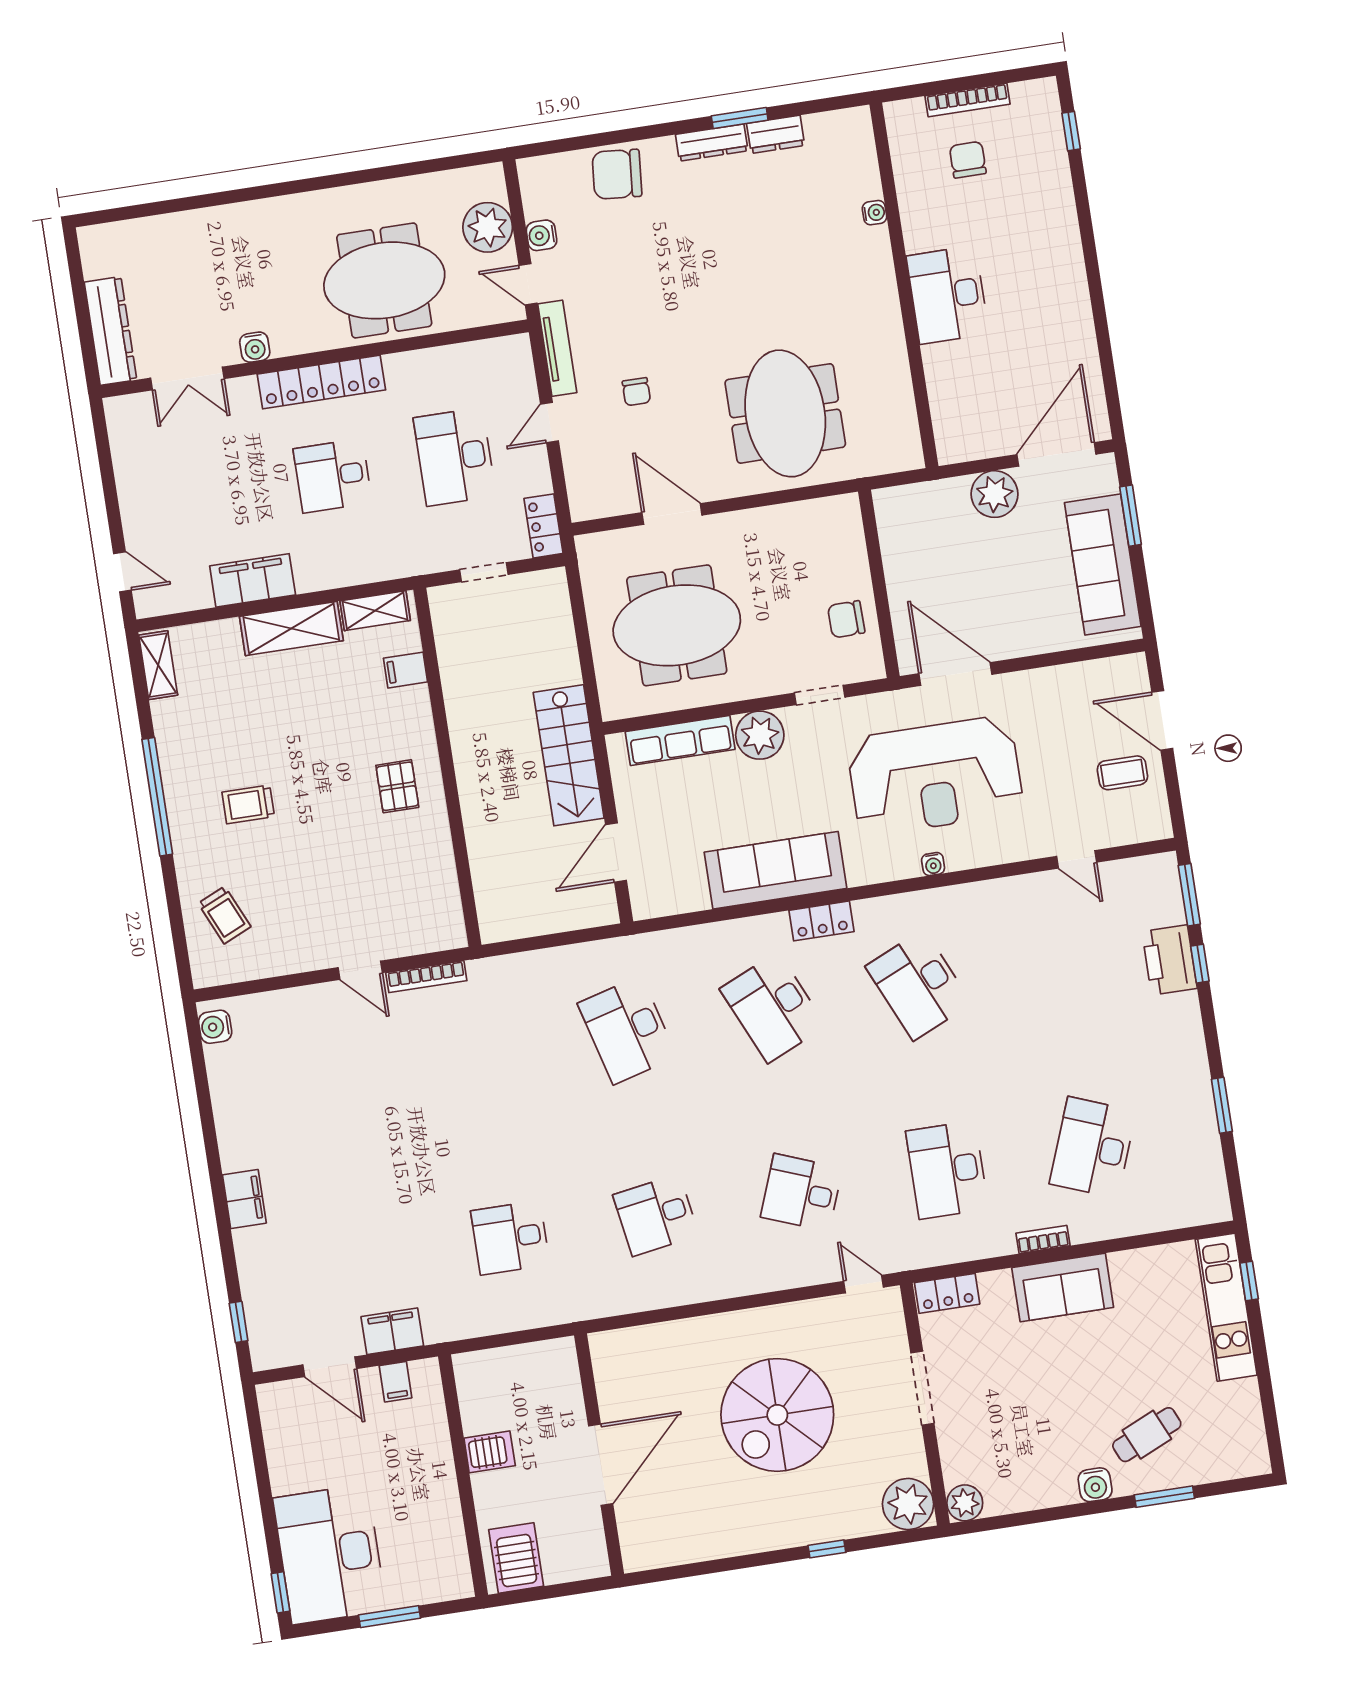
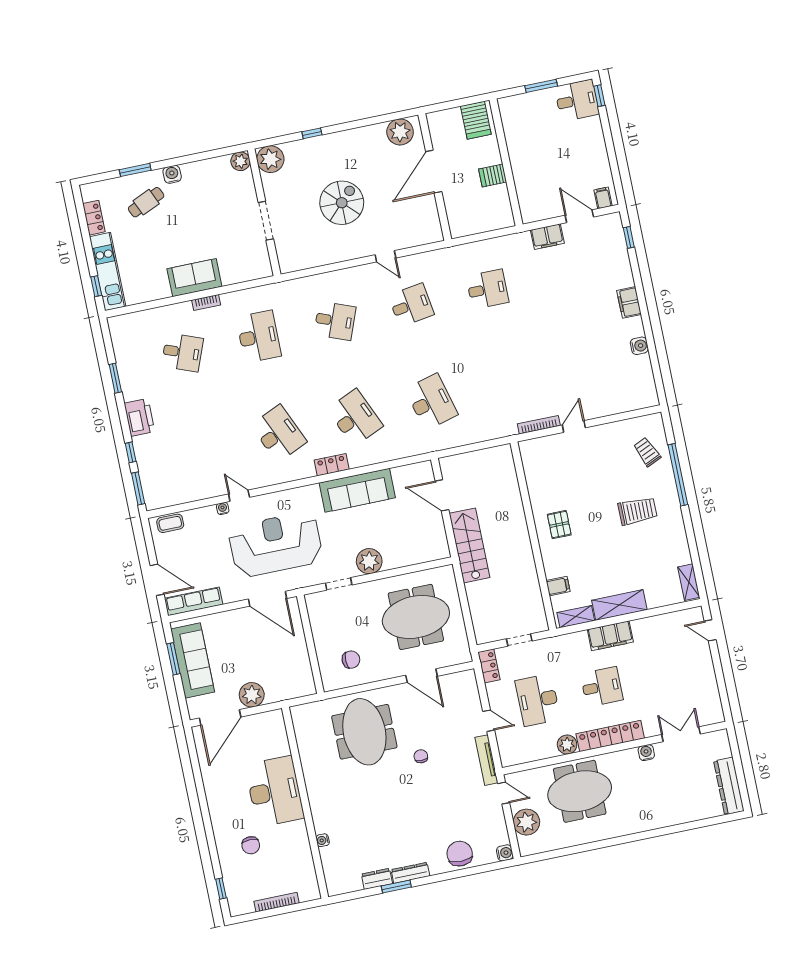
chair: (968, 160) -> (251, 845), moved
chair: (617, 174) -> (460, 854), turned -95
water cooler: (541, 235) -> (505, 853), moved
desk: (947, 295) -> (275, 791), width x1.36, depth x1.30
dresser: (110, 331) -> (729, 786), moved
plant: (404, 370) -> (567, 745), added
chair: (636, 392) -> (421, 756), moved
door: (549, 423) -> (489, 721), hinge flipped
desk: (455, 457) -> (538, 700), turned 180
window: (1131, 516) -> (173, 659), moved
filing cabinet: (253, 580) -> (610, 636), moved
chair: (846, 619) -> (351, 660), moved
row of seats: (680, 740) -> (194, 601), moved
coffee table: (1122, 773) -> (170, 523), moved
window: (157, 797) -> (678, 475), moved
trolley: (248, 804) -> (638, 511), width x1.36, depth x1.39
door: (616, 852) -> (442, 495), swing flipped
door: (1077, 859) -> (239, 496), moved
water cooler: (933, 864) -> (223, 508), moved
printer: (1169, 960) -> (139, 417), moved
door: (360, 970) -> (574, 426), hinge flipped
water cooler: (215, 1027) -> (639, 346), moved
desk: (1093, 1147) -> (182, 352), width x0.73
door: (864, 1284) -> (385, 256), moved
locker: (947, 1293) -> (94, 218), moved, turned 90
filing cabinet: (396, 1382) -> (603, 198), moved
spiral stairs: (777, 1415) -> (342, 203), width x0.73, depth x0.73
plant: (660, 1543) -> (400, 132), added
desk: (330, 1554) -> (577, 100), width x0.53, depth x0.77

